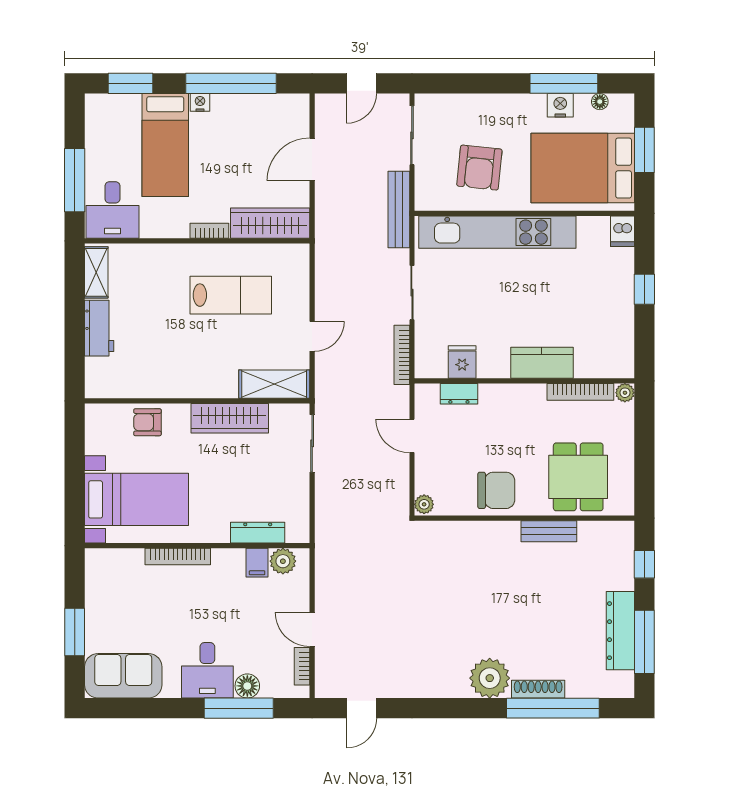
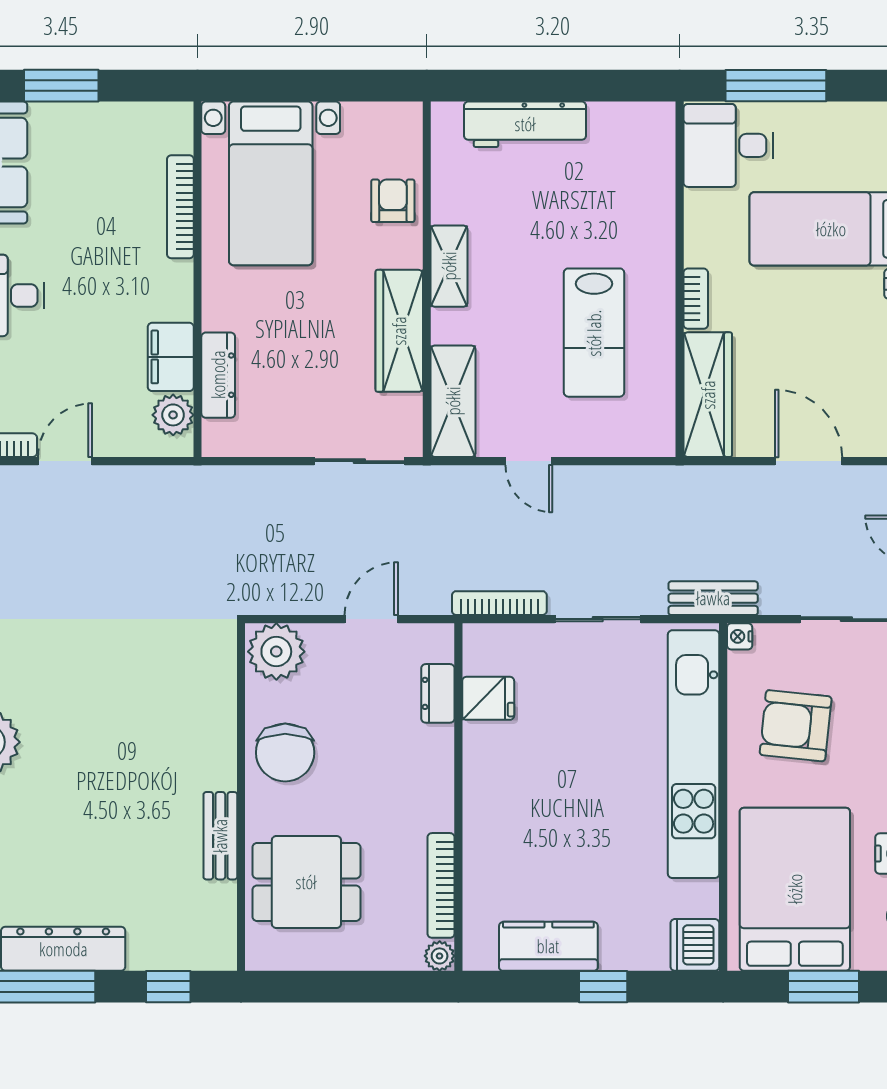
nightstand: (423, 203) -> (740, 636), added
bench: (399, 209) -> (713, 598), width x0.73
dishwasher: (622, 231) -> (695, 945), width x1.38
shelving: (96, 272) -> (449, 266), moved, turned 90
workbench: (99, 328) -> (525, 124), width x1.38
kitchen counter: (542, 363) -> (548, 946), moved, turned -90
plant: (424, 504) -> (276, 652), width x1.87, depth x1.87
bookcase: (178, 557) -> (180, 207), moved
filing cabinet: (257, 563) -> (171, 357), width x2.00

